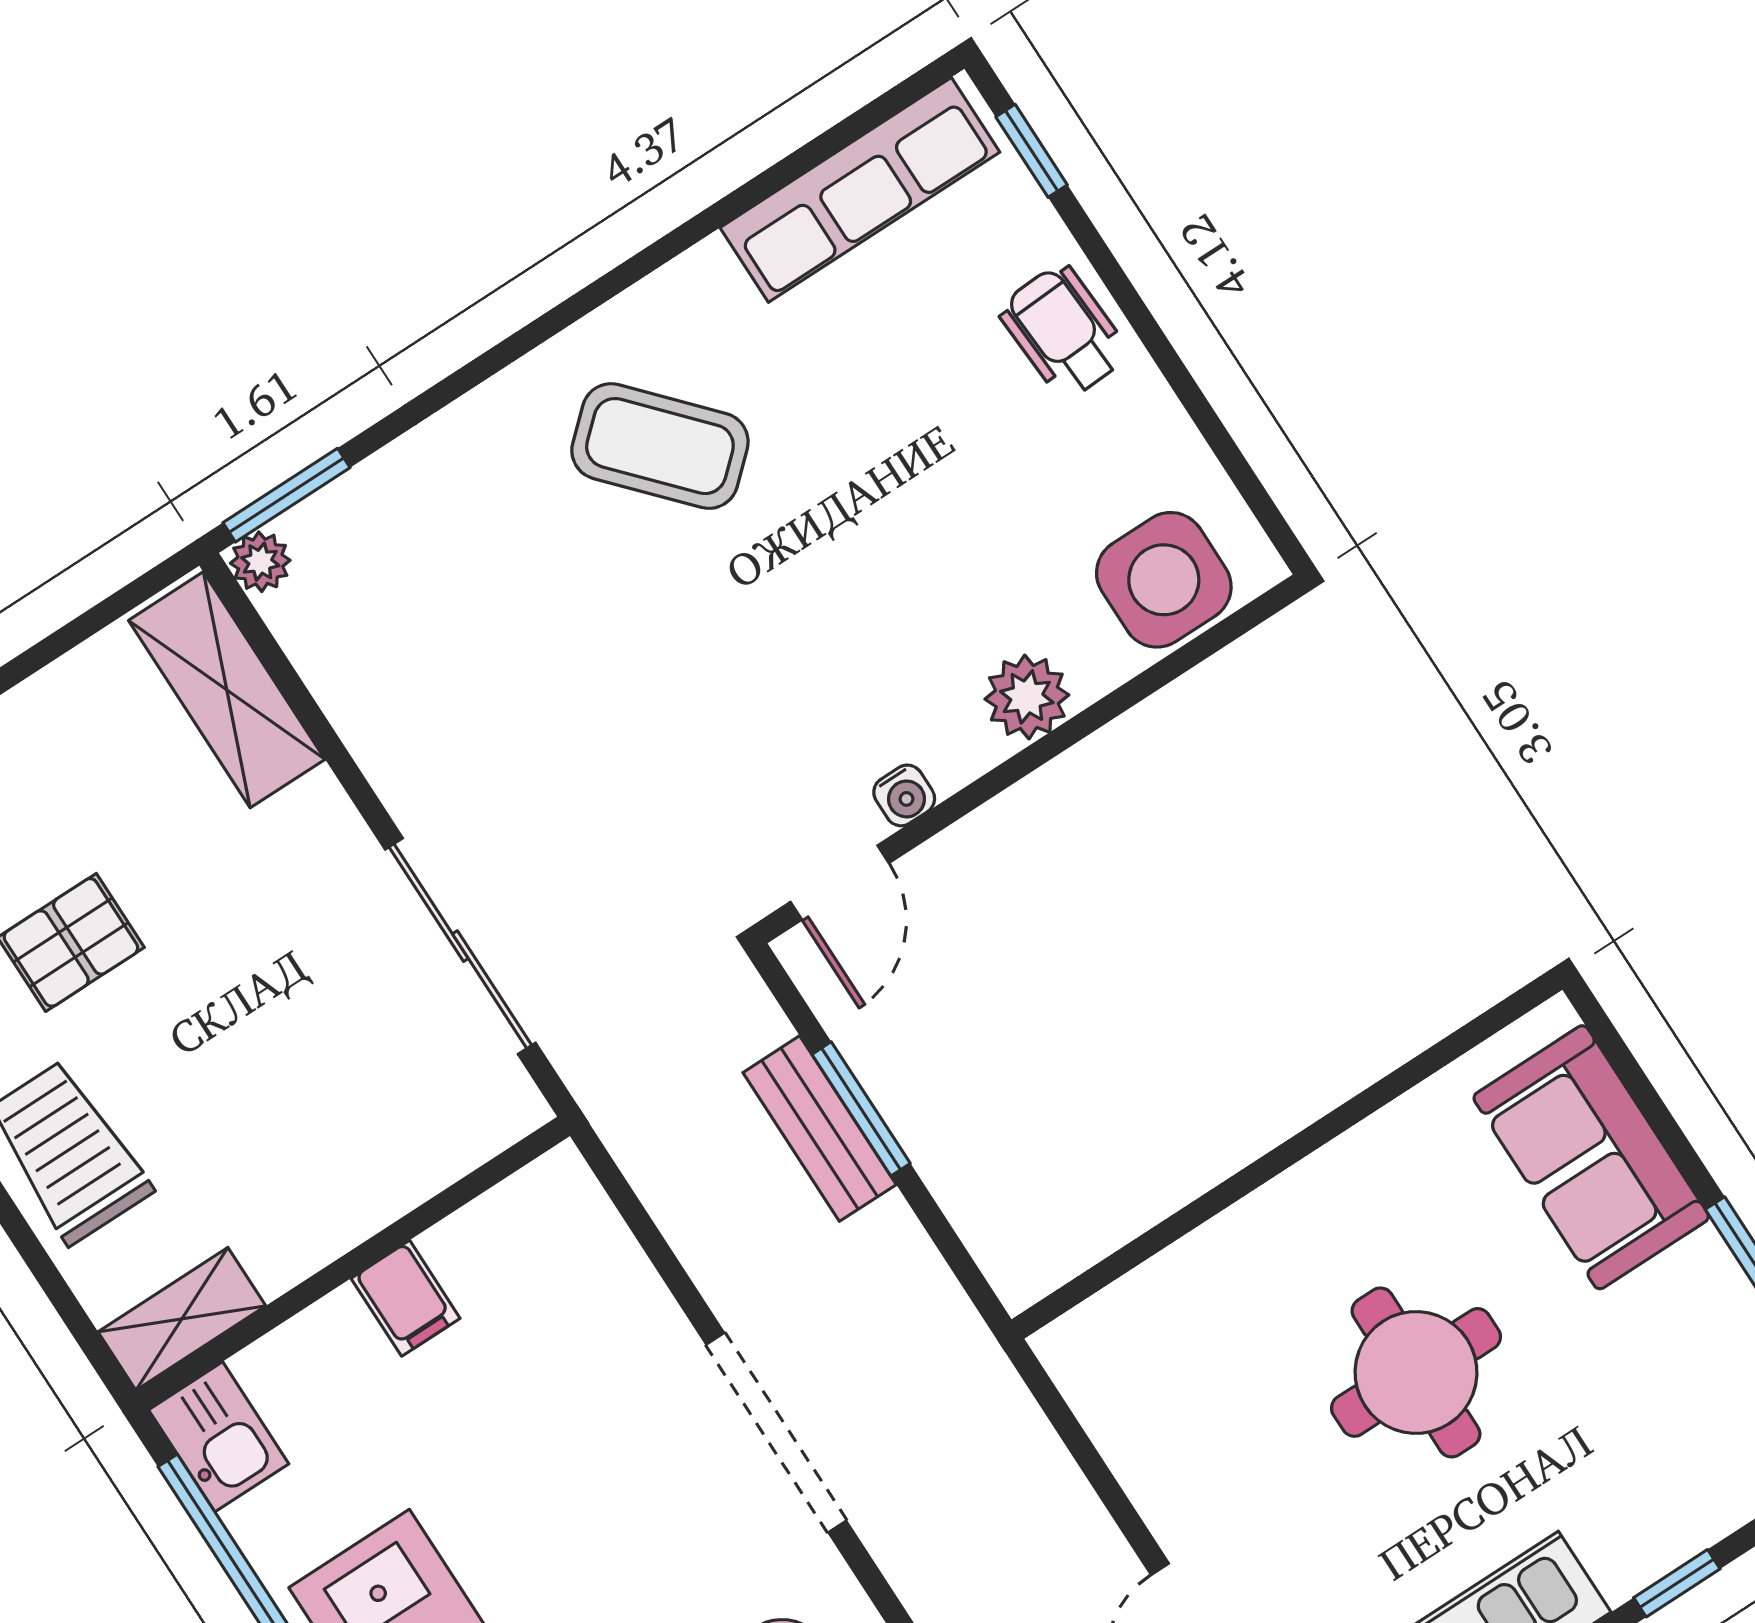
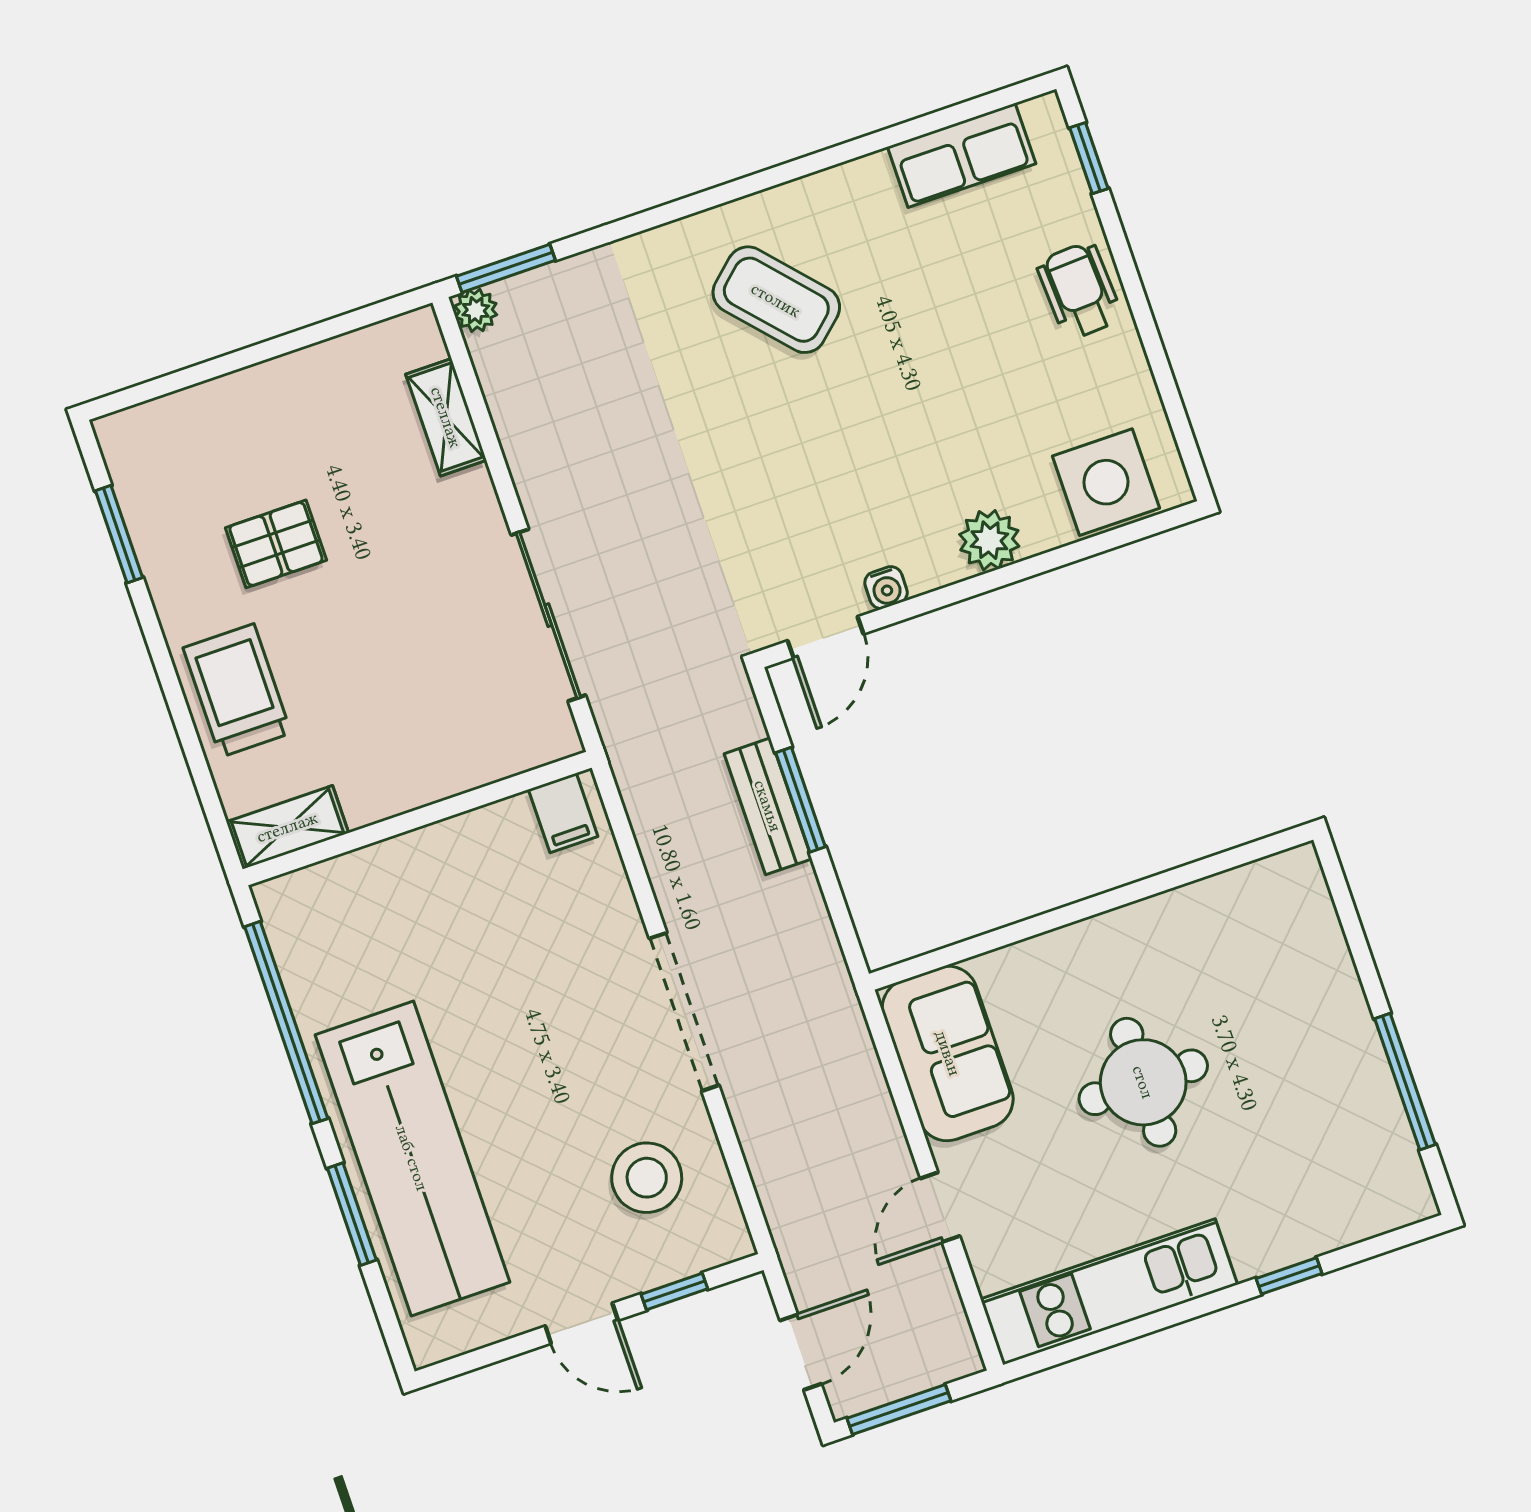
row of seats: (860, 190) -> (962, 155), width x0.68
shelving: (227, 690) -> (446, 417), width x0.67, depth x0.75
sofa: (1591, 1157) -> (948, 1053), moved, turned 180
filing cabinet: (406, 1298) -> (563, 813), moved
kitchen sink: (219, 1437) -> (293, 917), removed

